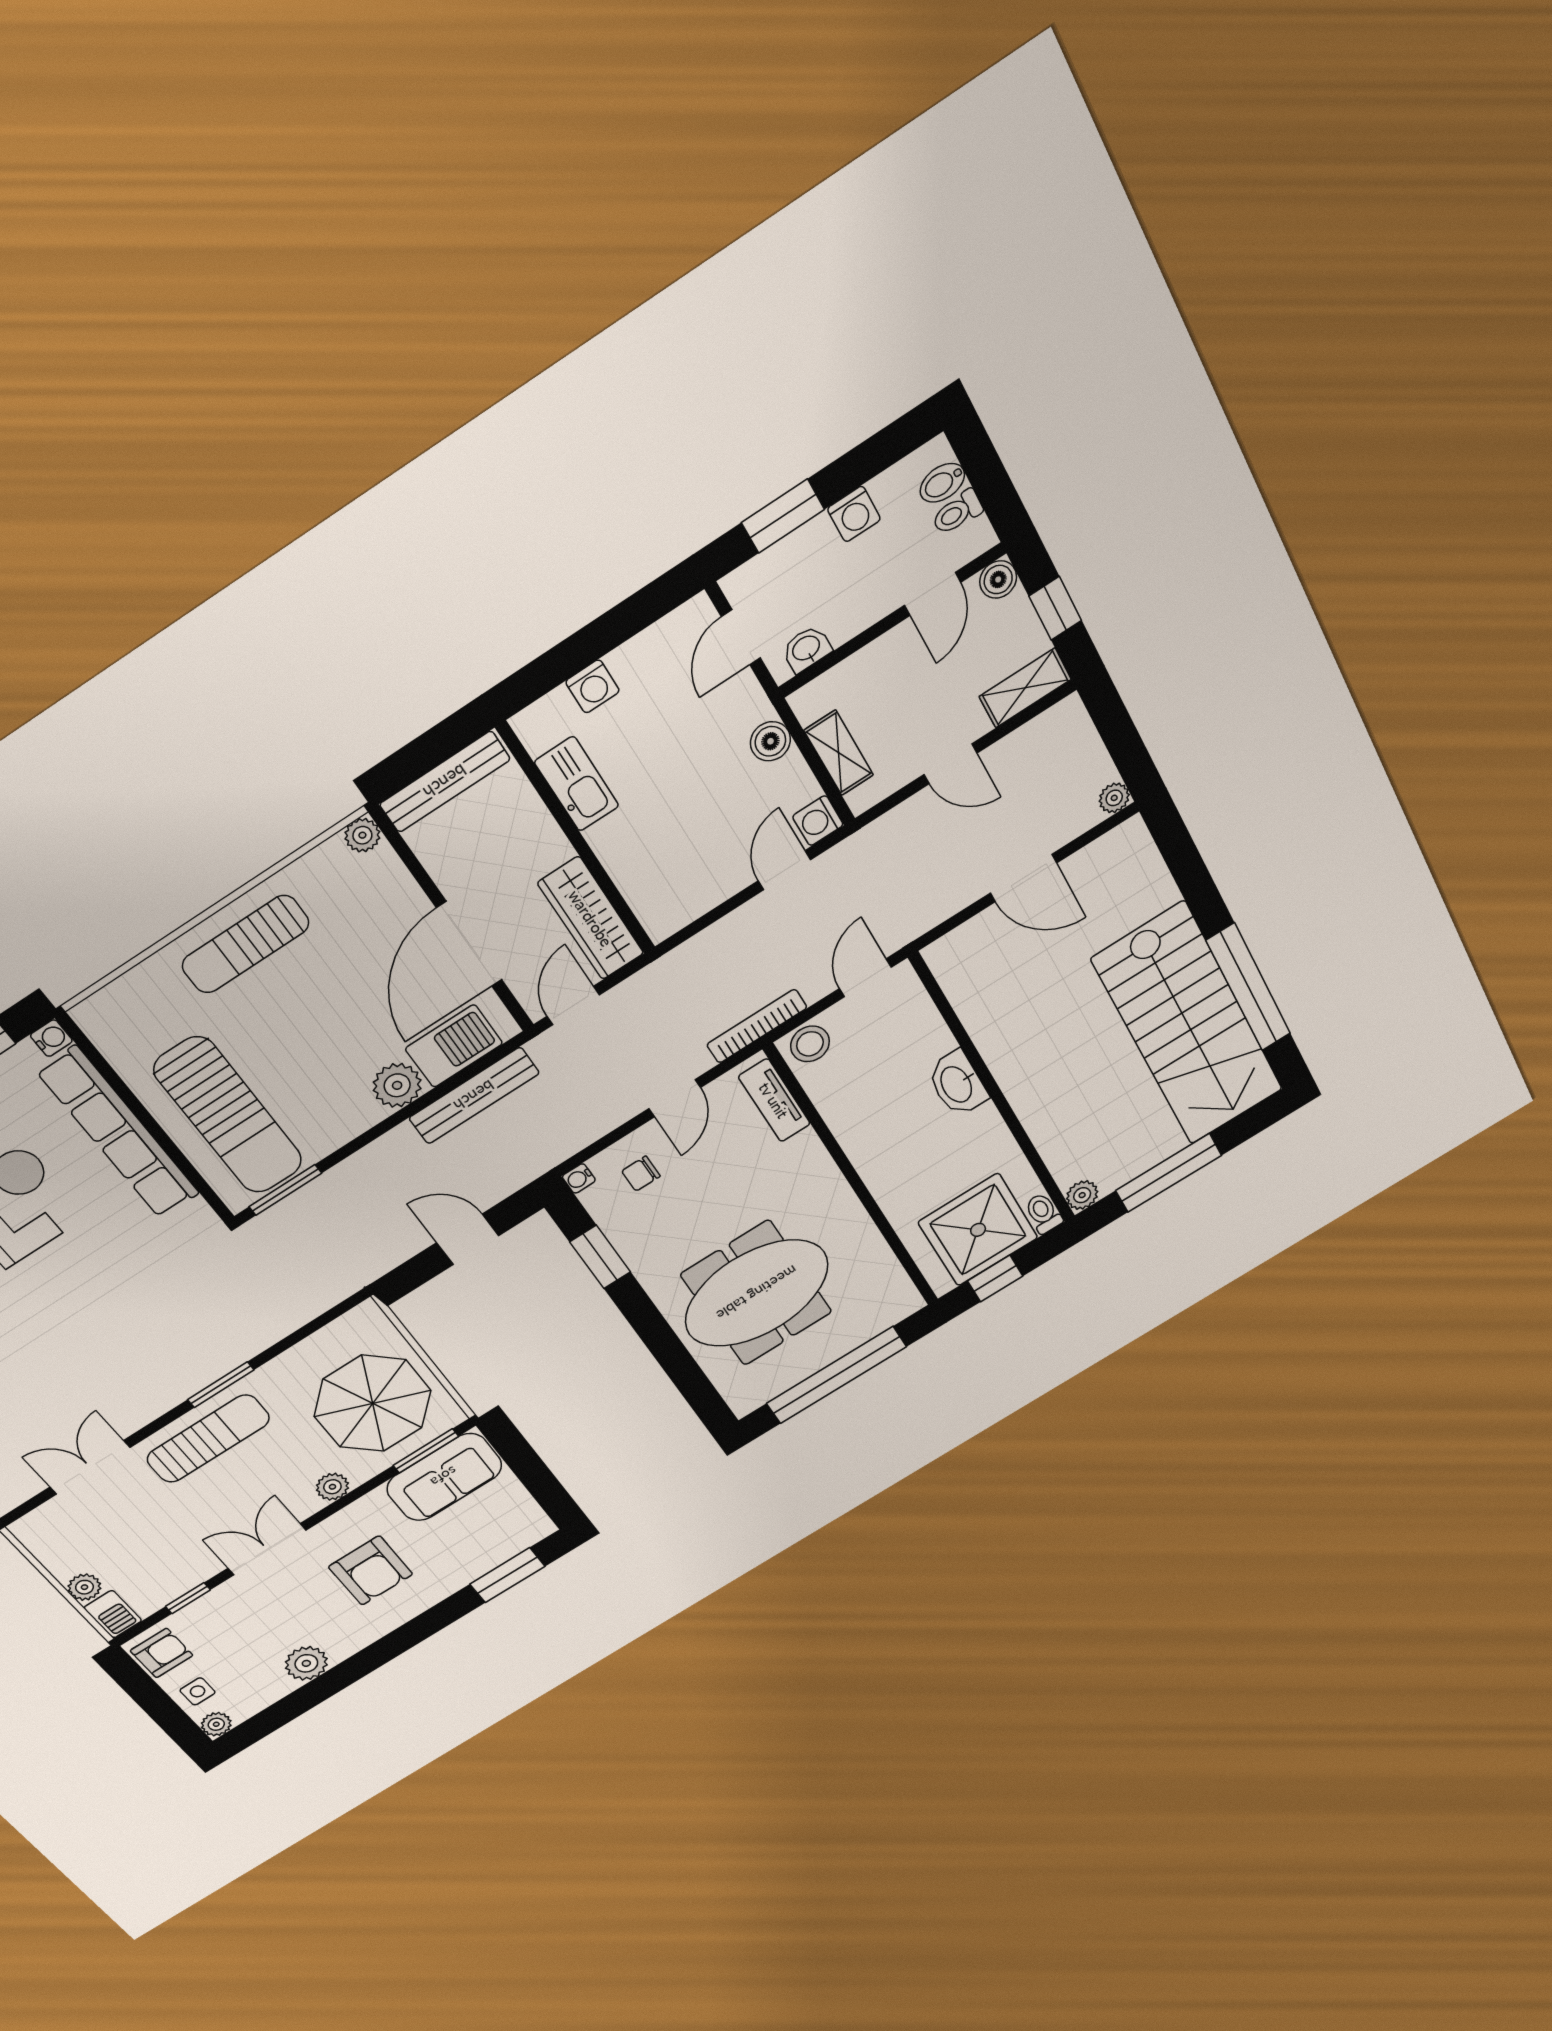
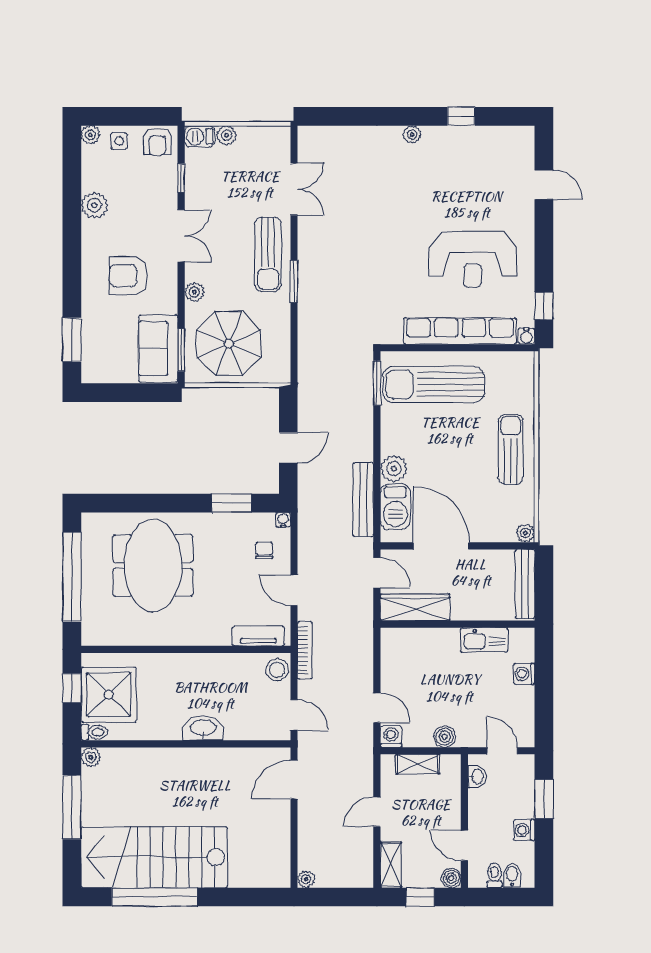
door: (1023, 878) -> (294, 780), moved

